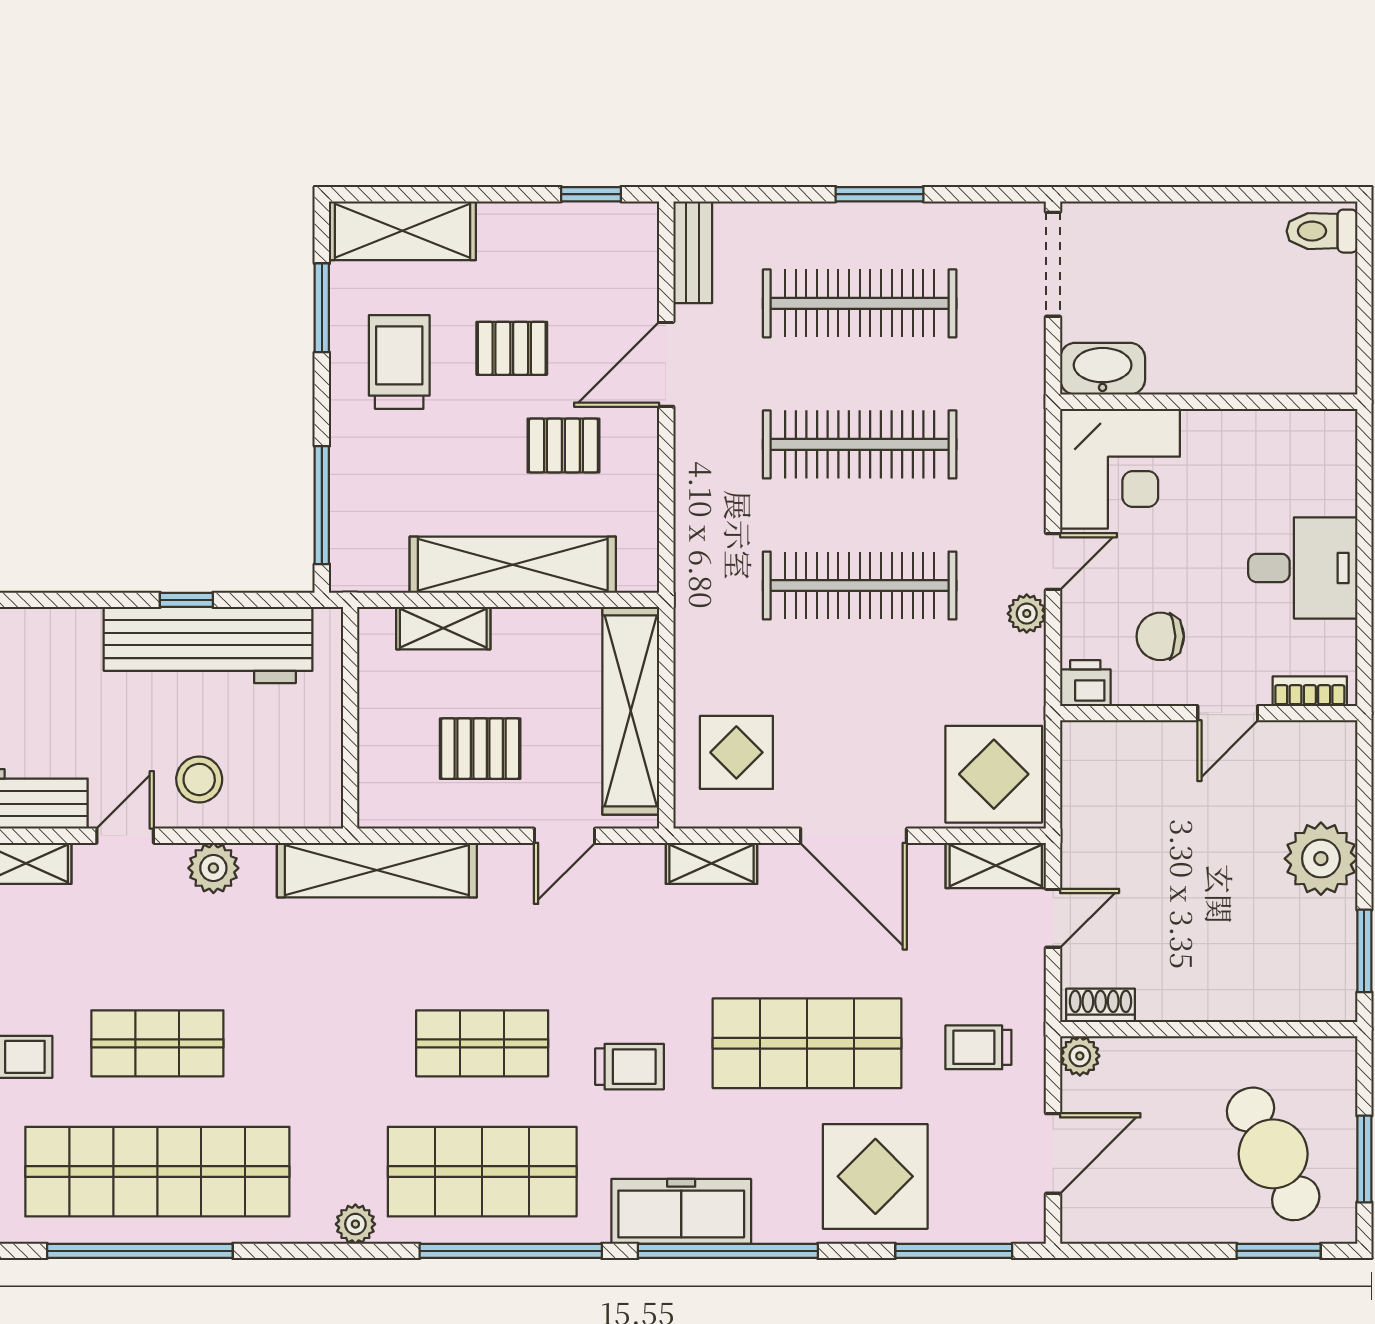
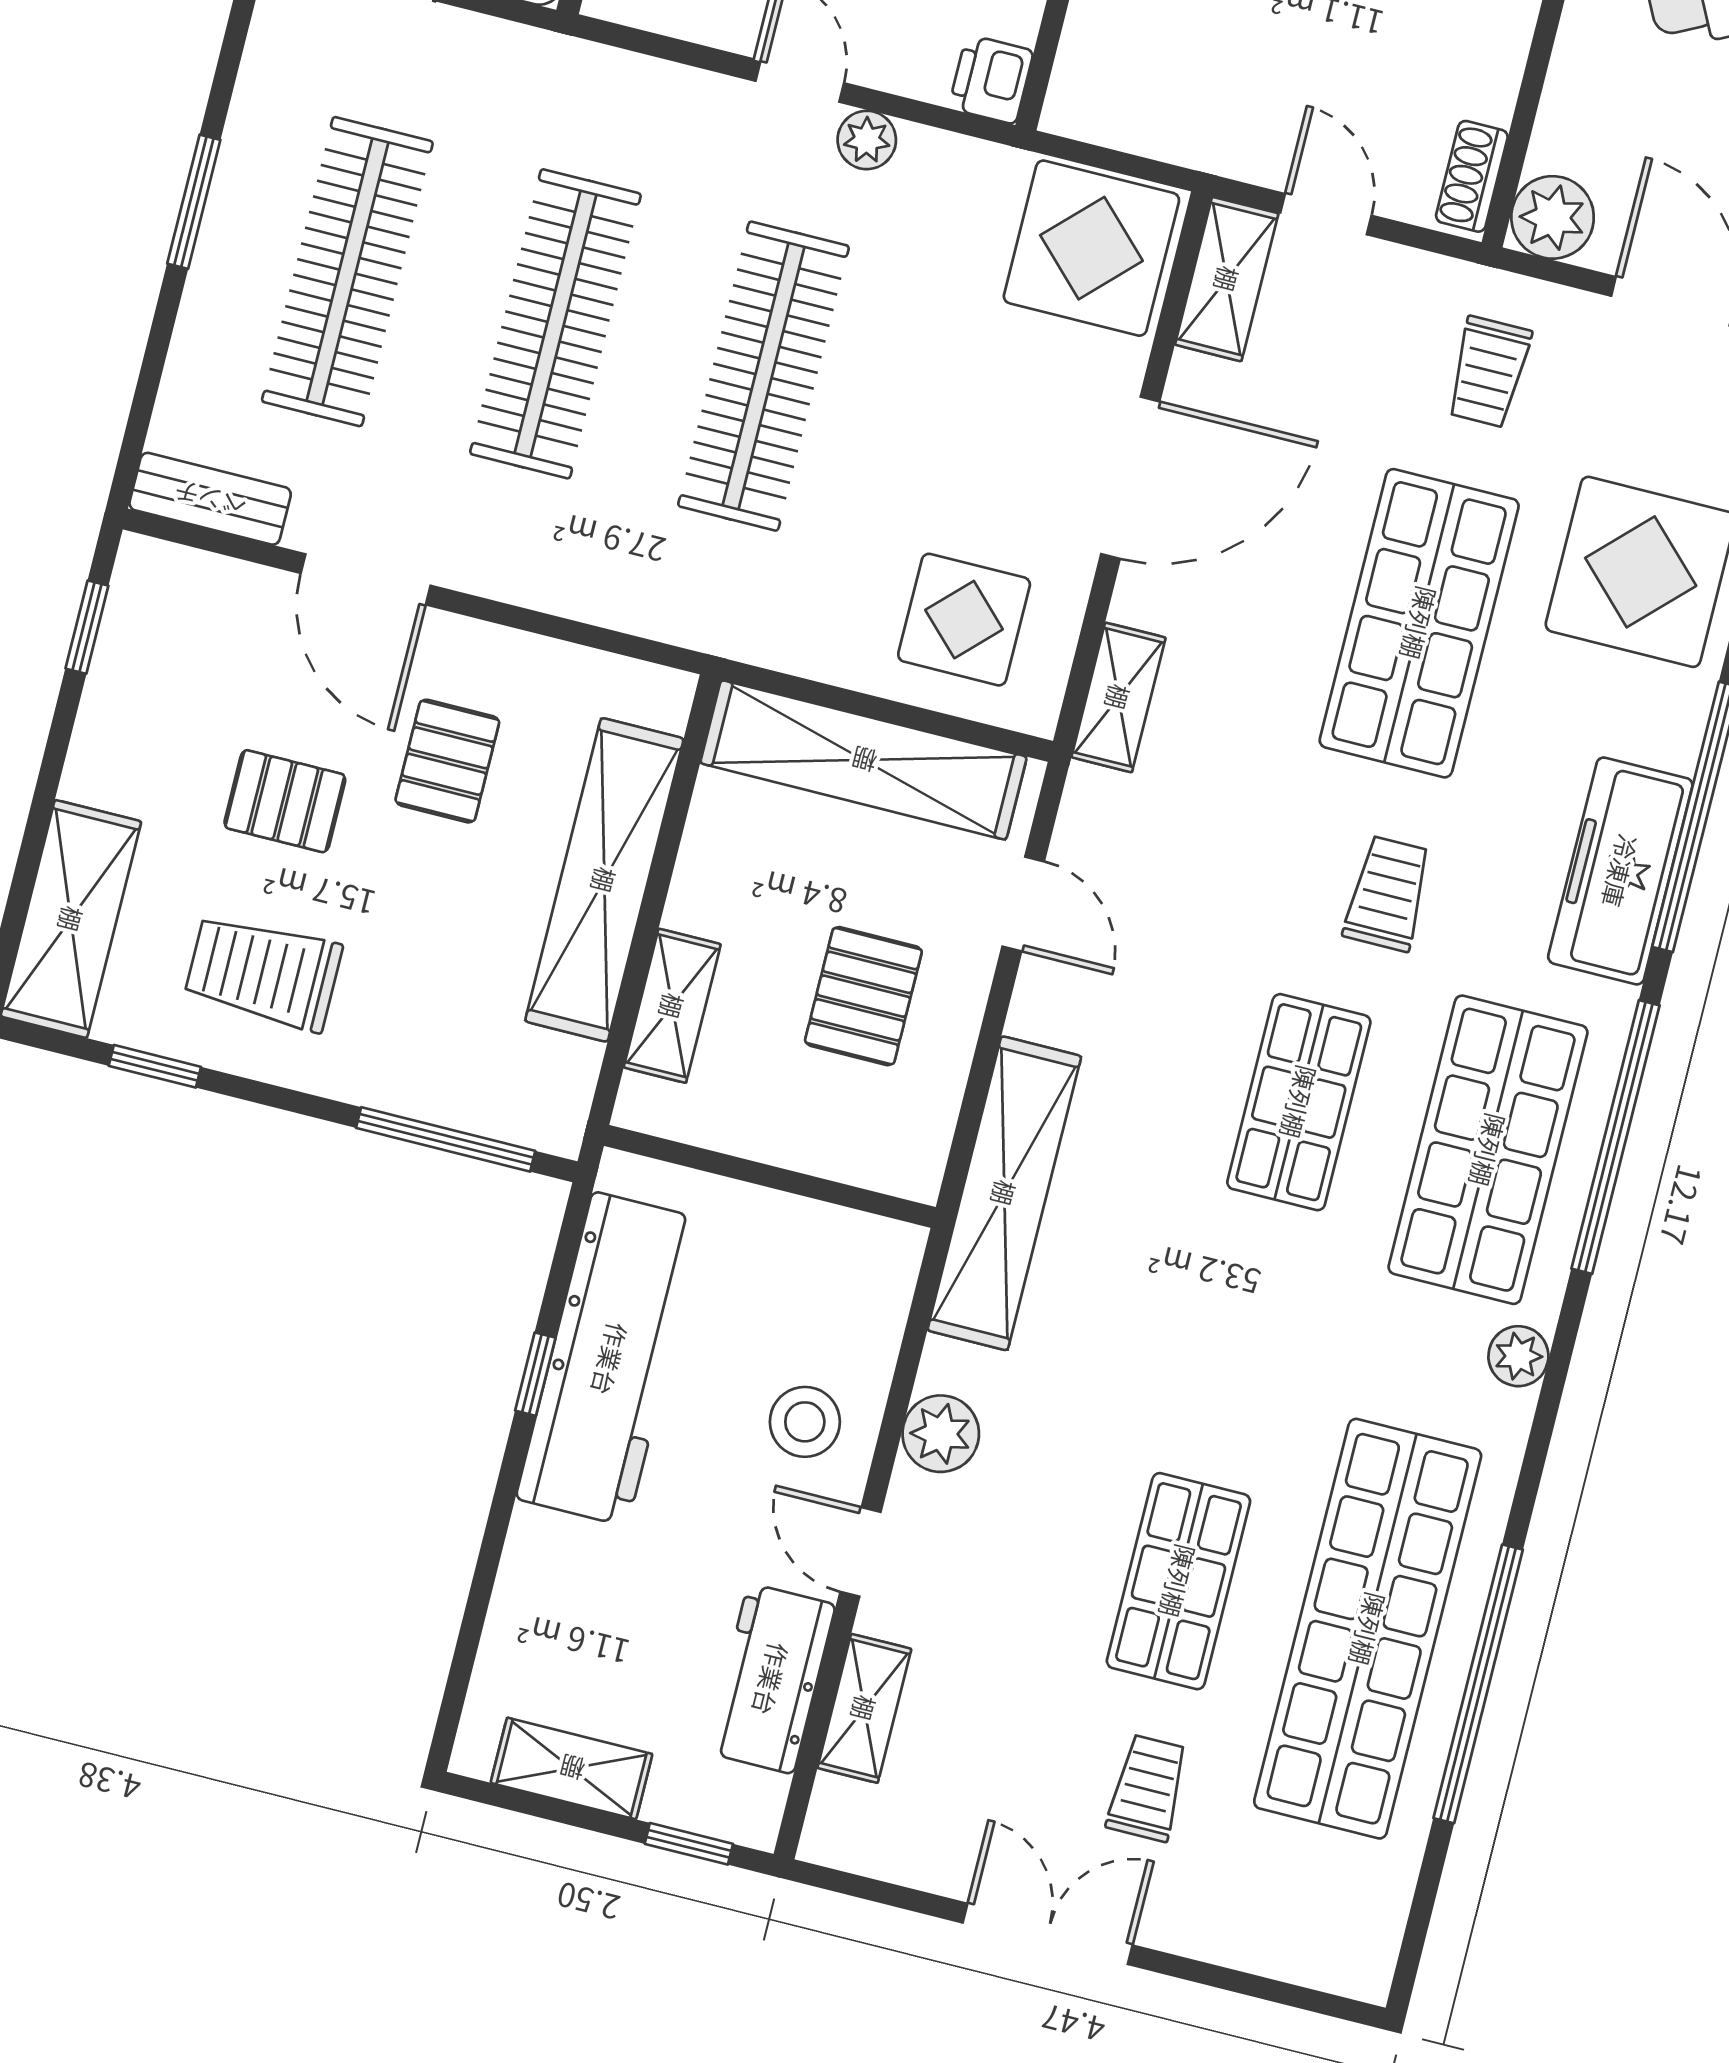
window: (322, 308) -> (155, 1066), width x0.67
pallet: (512, 348) -> (285, 801), turned 90
plant: (1080, 1056) -> (1553, 217), width x1.38, depth x1.38

